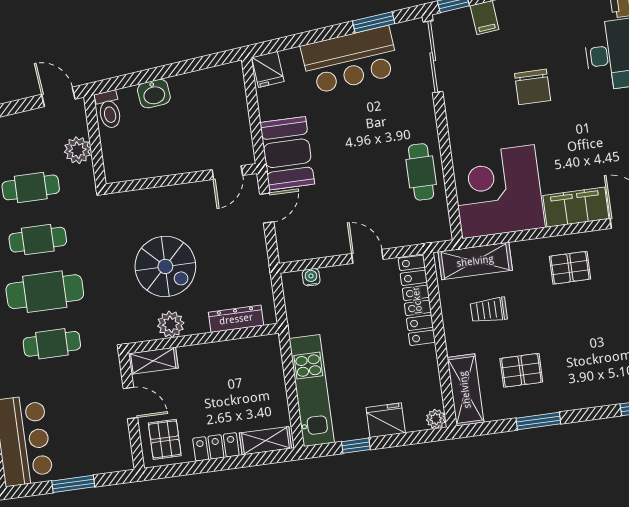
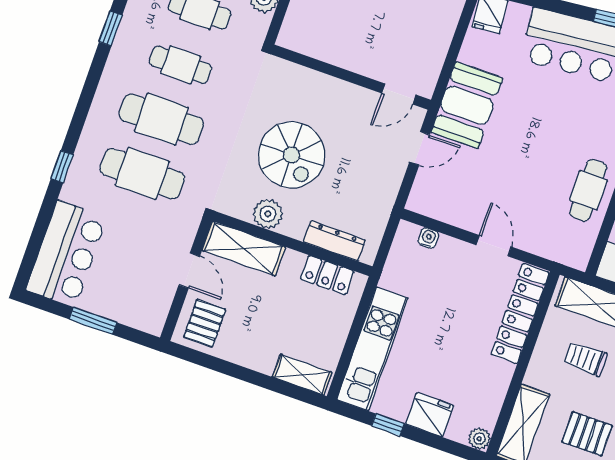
cafe table: (52, 344) -> (142, 174), width x1.37, depth x1.35
shelving: (153, 361) -> (244, 249), width x1.50, depth x1.33
locker: (216, 447) -> (327, 275), moved, turned 180

